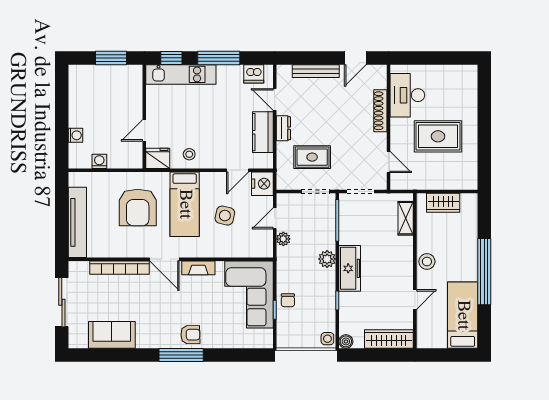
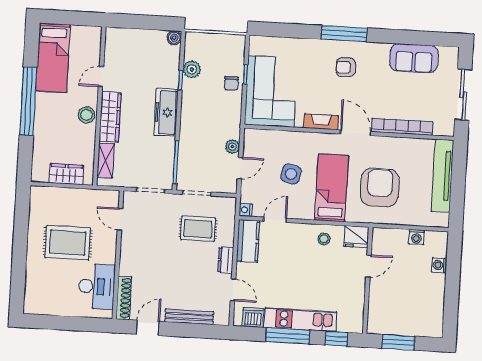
kitchen unit: (181, 74) -> (300, 320), moved
shoe rack: (380, 111) -> (124, 298), moved
kitchen counter: (263, 132) -> (248, 241), moved
nightstand: (262, 184) -> (245, 210), width x0.53, depth x0.56
plant: (327, 259) -> (192, 69), moved
chair: (288, 300) -> (231, 83), turned 180
armchair: (190, 335) -> (346, 67), moved
side table: (327, 339) -> (193, 42), removed
wardrobe: (389, 339) -> (110, 117), moved, turned -90

